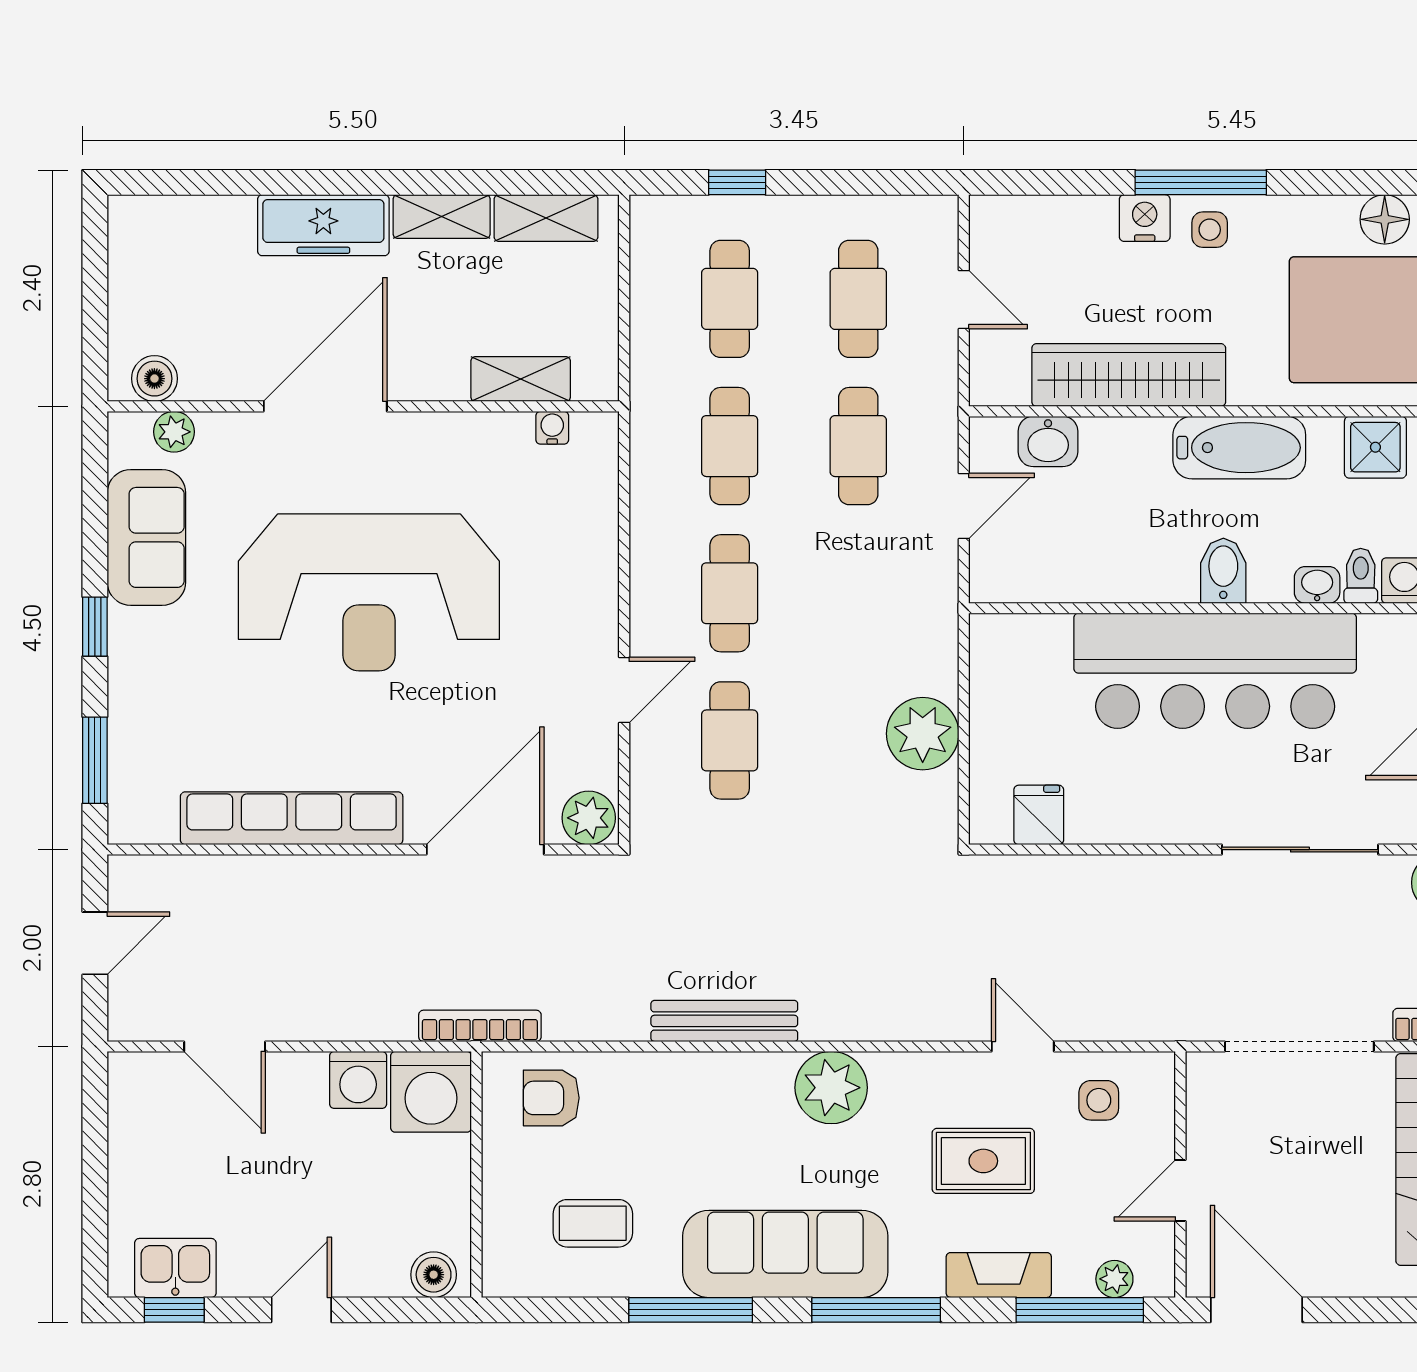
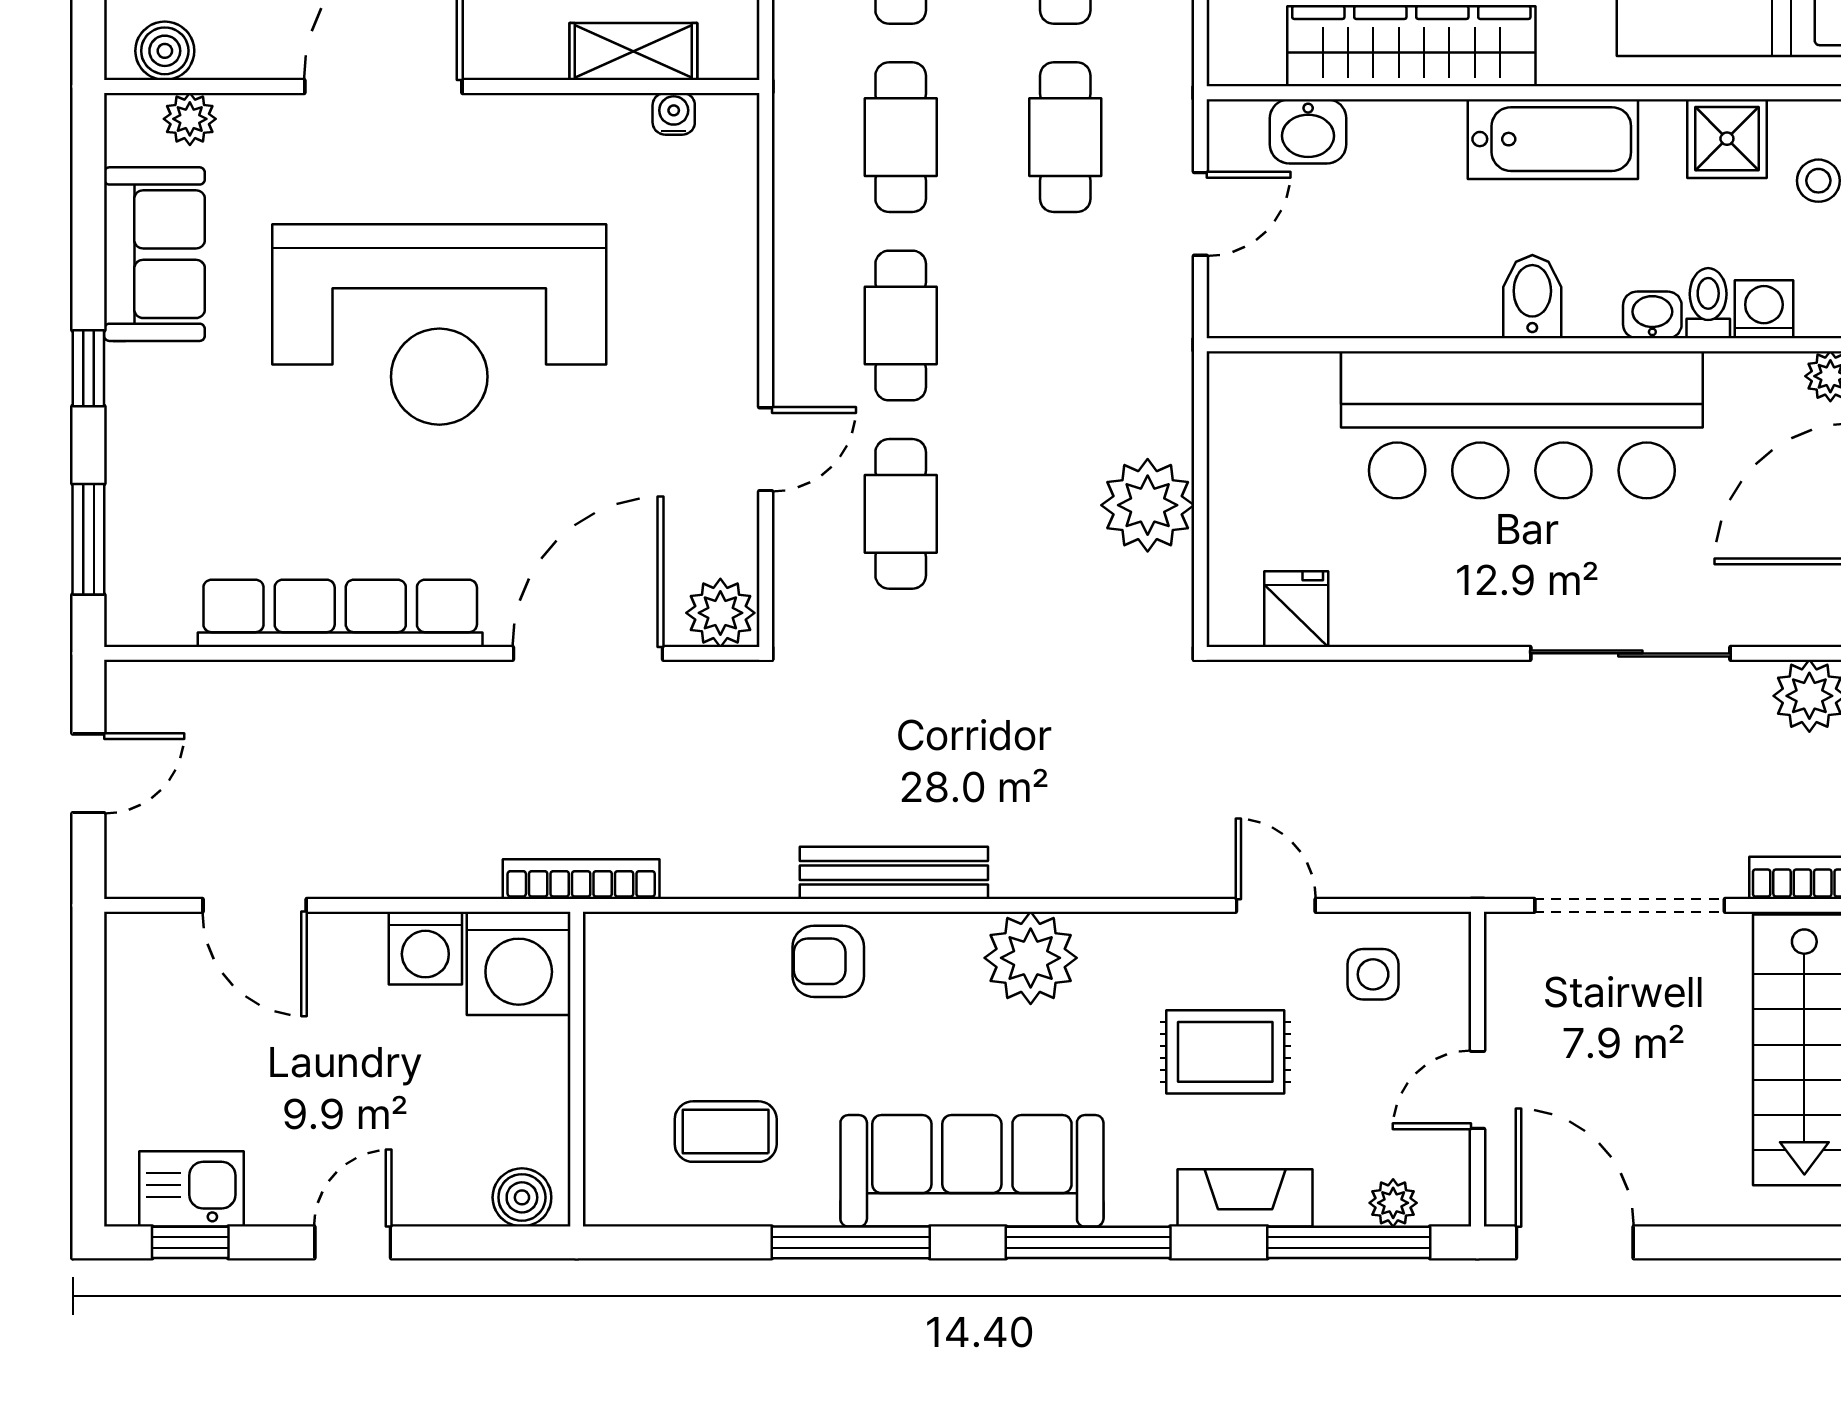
armchair: (551, 1098) -> (828, 961), moved

